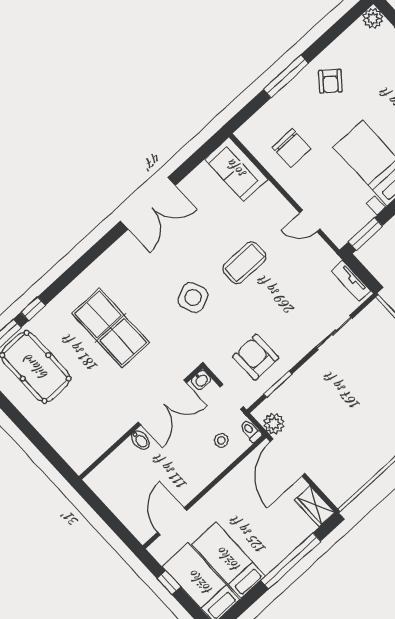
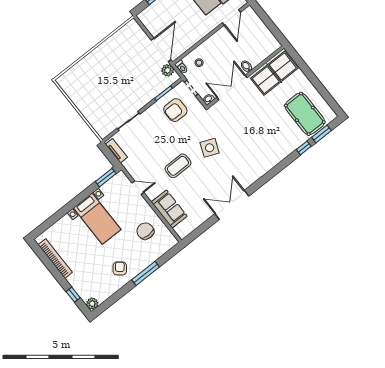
sofa: (236, 169) -> (169, 209), moved
side table: (193, 297) -> (210, 148), turned 45
table tennis table: (111, 328) -> (274, 73), moved, turned 90
armchair: (256, 357) -> (175, 110), turned 91
wardrobe: (315, 506) -> (147, 20), removed

